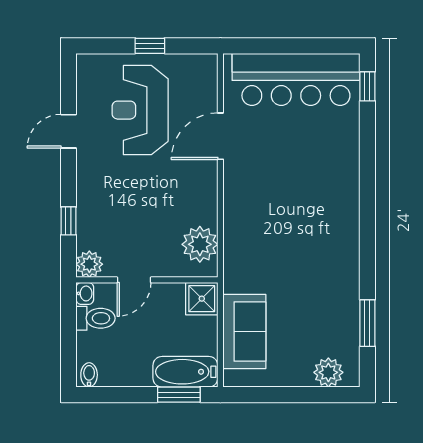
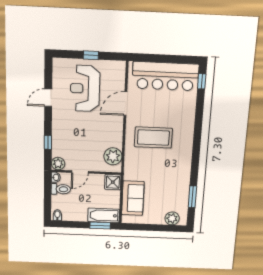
coffee table: (279, 202) -> (153, 138), added

